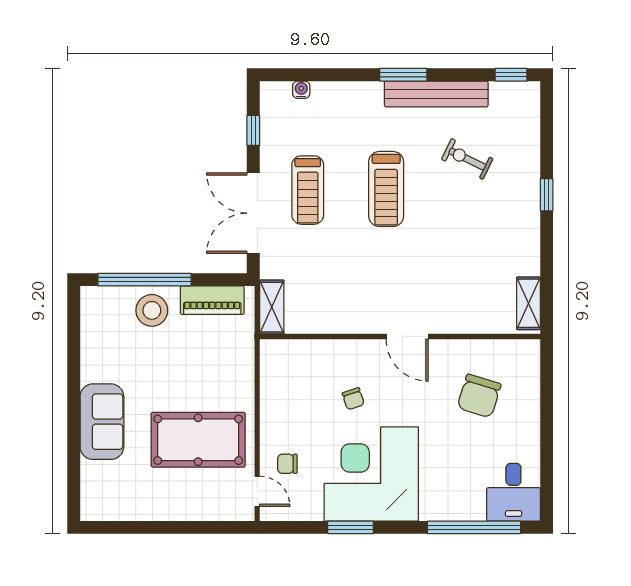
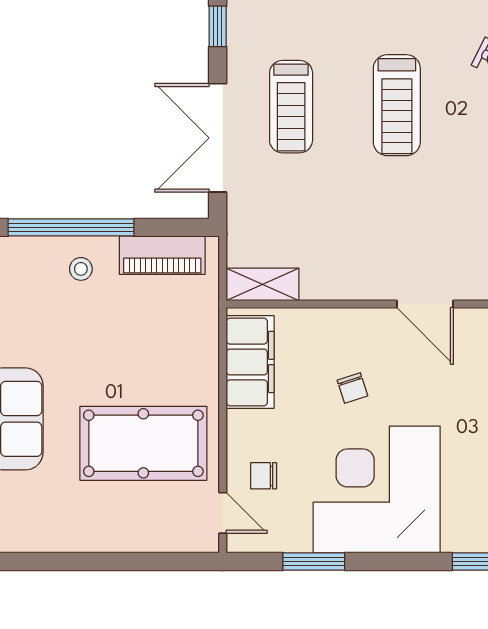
shelving: (272, 307) -> (262, 284), moved, turned 90
stool: (152, 310) -> (81, 269), width x0.53, depth x0.53
filing cabinet: (277, 379) -> (250, 362), added
window: (351, 527) -> (314, 562), moved

